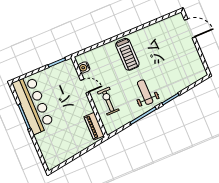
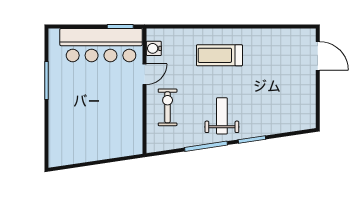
treadmill: (127, 54) -> (219, 55), turned 90
door: (85, 86) -> (145, 74), hinge flipped
bar counter: (33, 105) -> (101, 45), moved, turned 90
piano: (94, 126) -> (134, 133), removed

